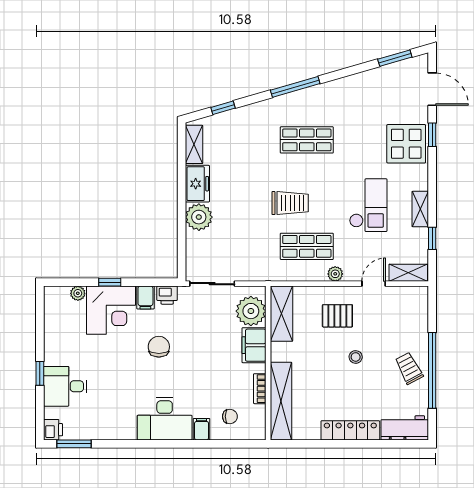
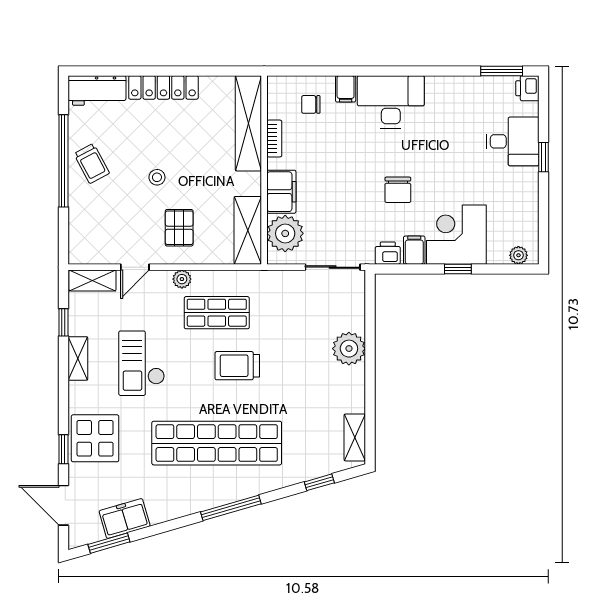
shop shelf: (307, 140) -> (217, 443), width x2.00, depth x1.36
freezer: (197, 184) -> (125, 519), moved, turned 74
plant: (78, 293) -> (518, 255), moved
pallet: (337, 316) -> (179, 228), turned 90

